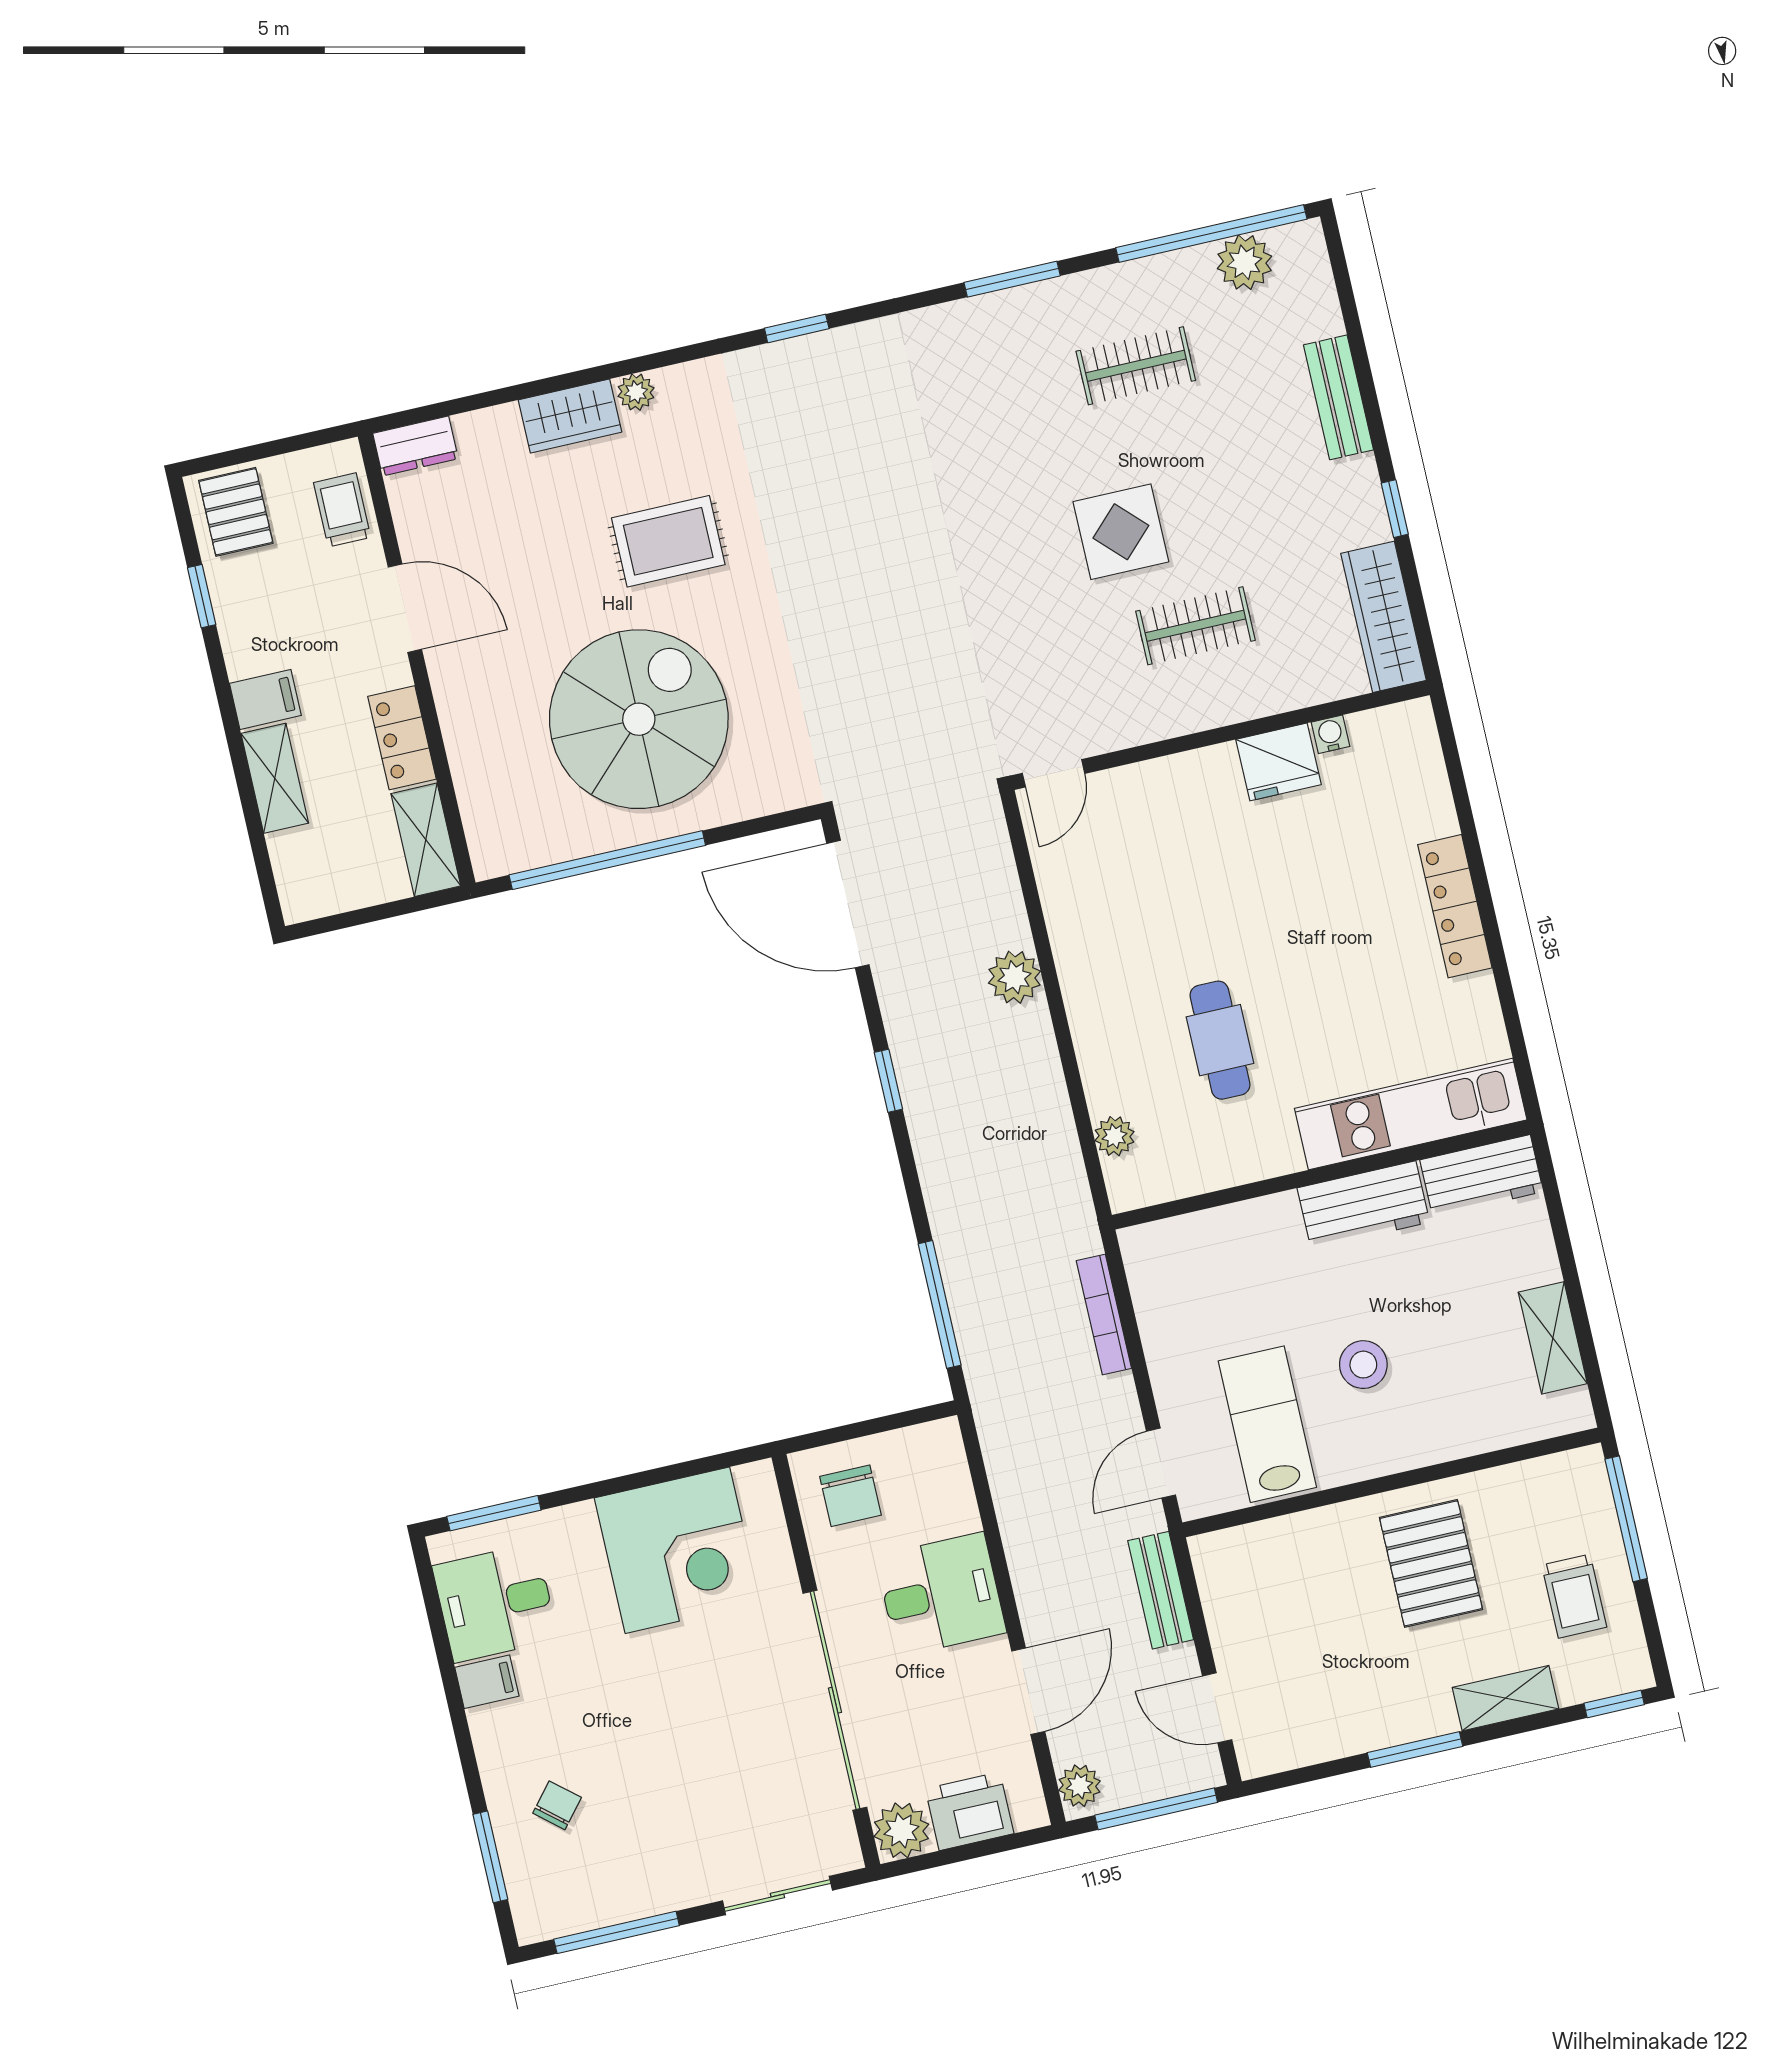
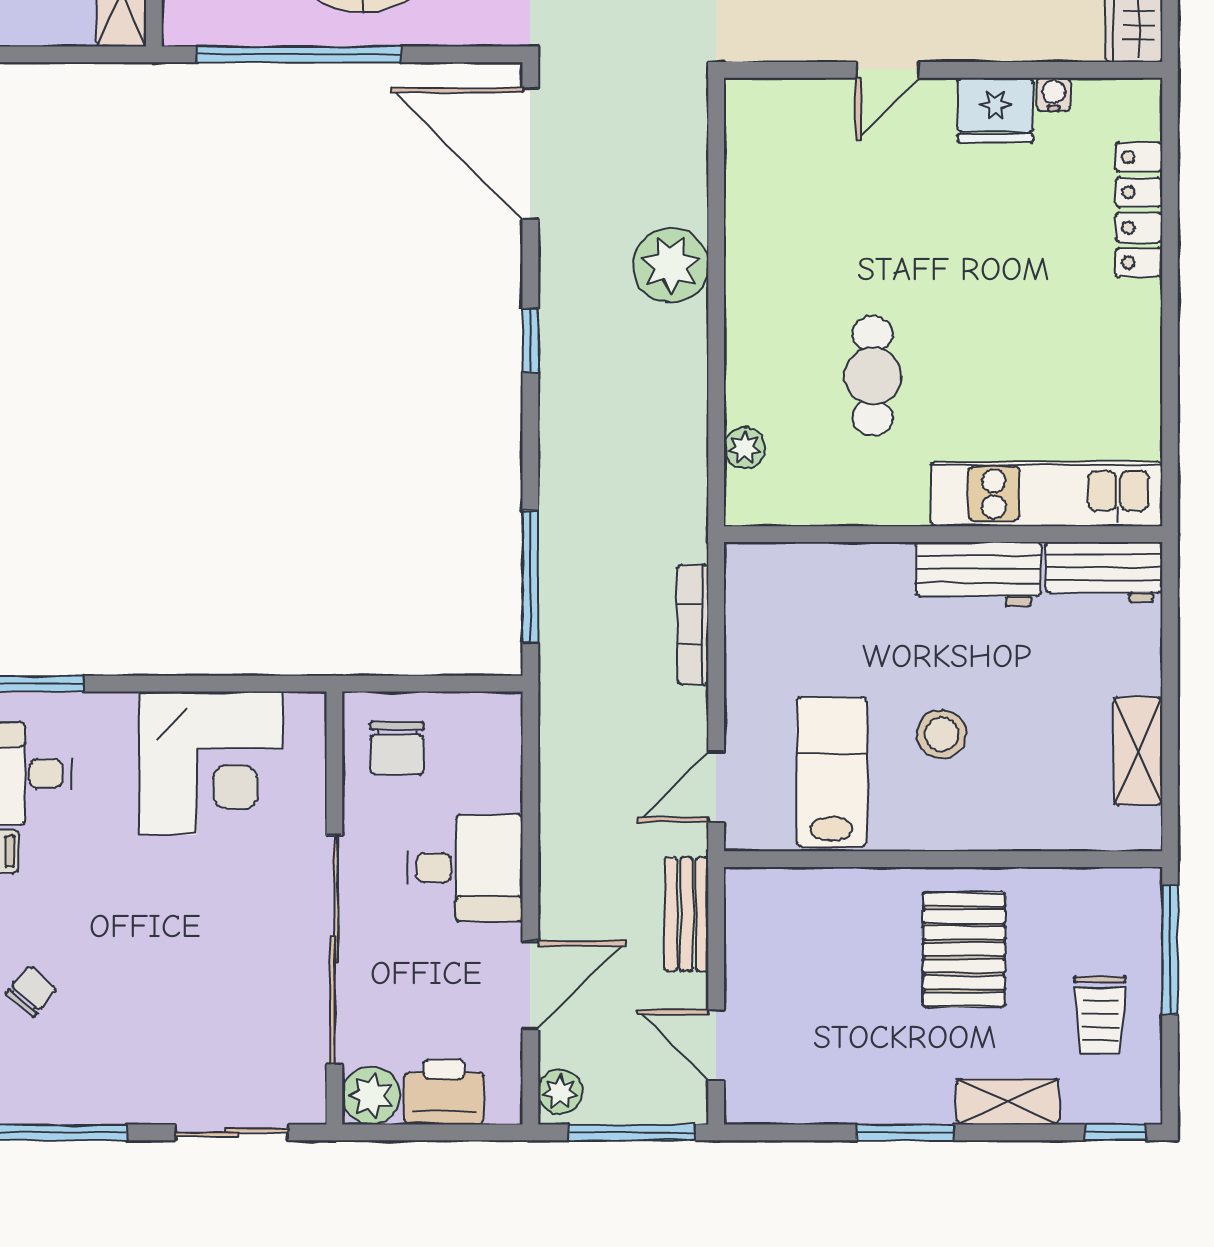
door: (1054, 773) -> (887, 70), moved
locker: (1455, 906) -> (1139, 210), moved
plant: (1014, 977) -> (671, 265), width x1.36, depth x1.36

